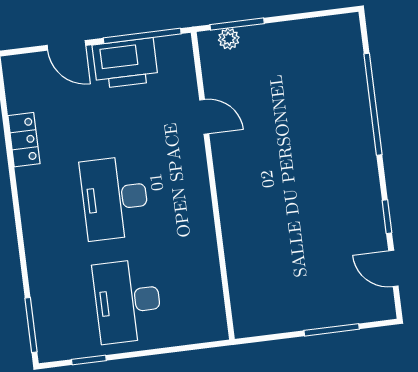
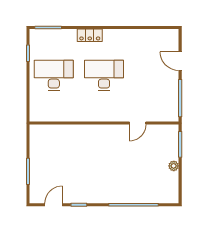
plant: (229, 39) -> (174, 166), moved
door: (66, 45) -> (180, 61), hinge flipped
printer: (125, 63) -> (168, 88), removed
locker: (24, 140) -> (90, 35), moved

